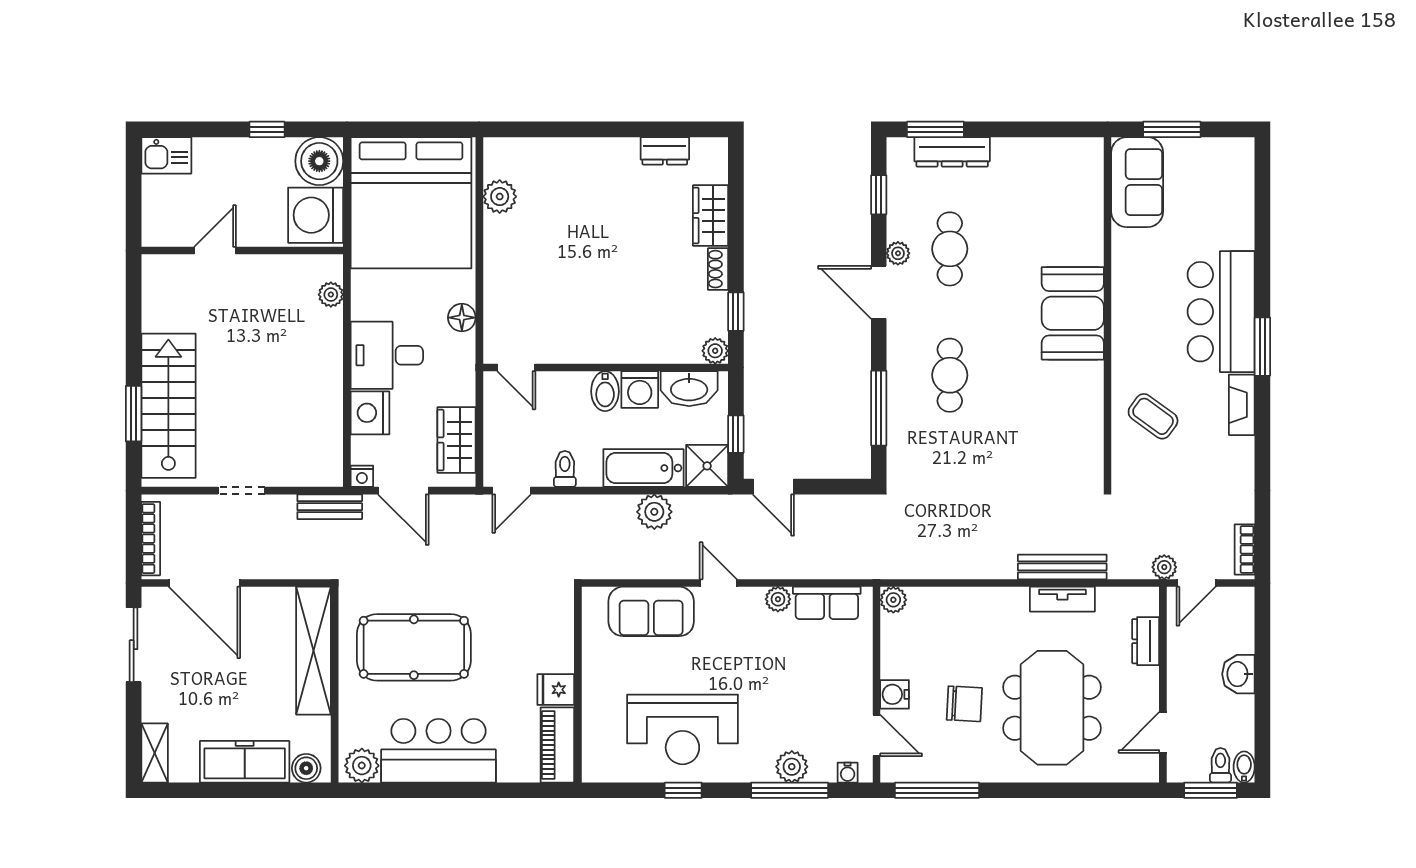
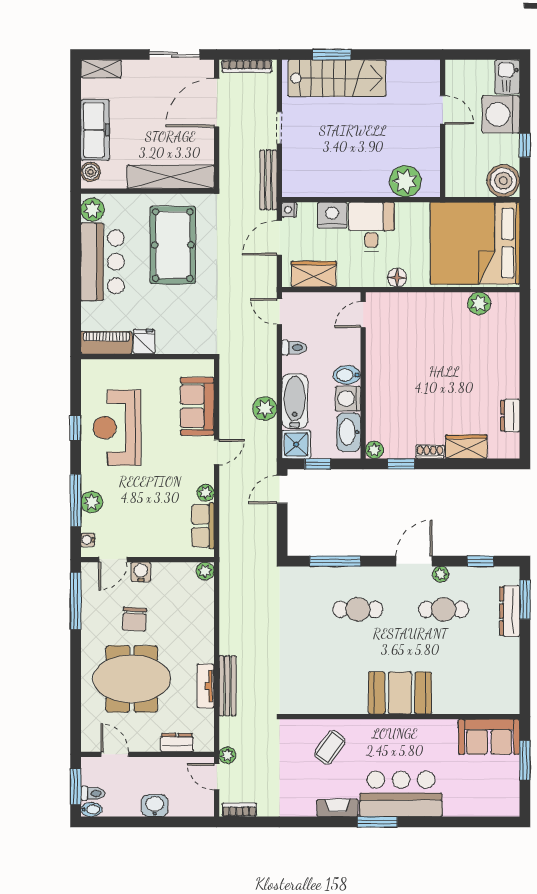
washing machine: (316, 215) -> (501, 114), moved, turned -90
plant: (331, 295) -> (405, 181), width x1.88, depth x1.88
bench: (330, 507) -> (268, 180), width x1.36

